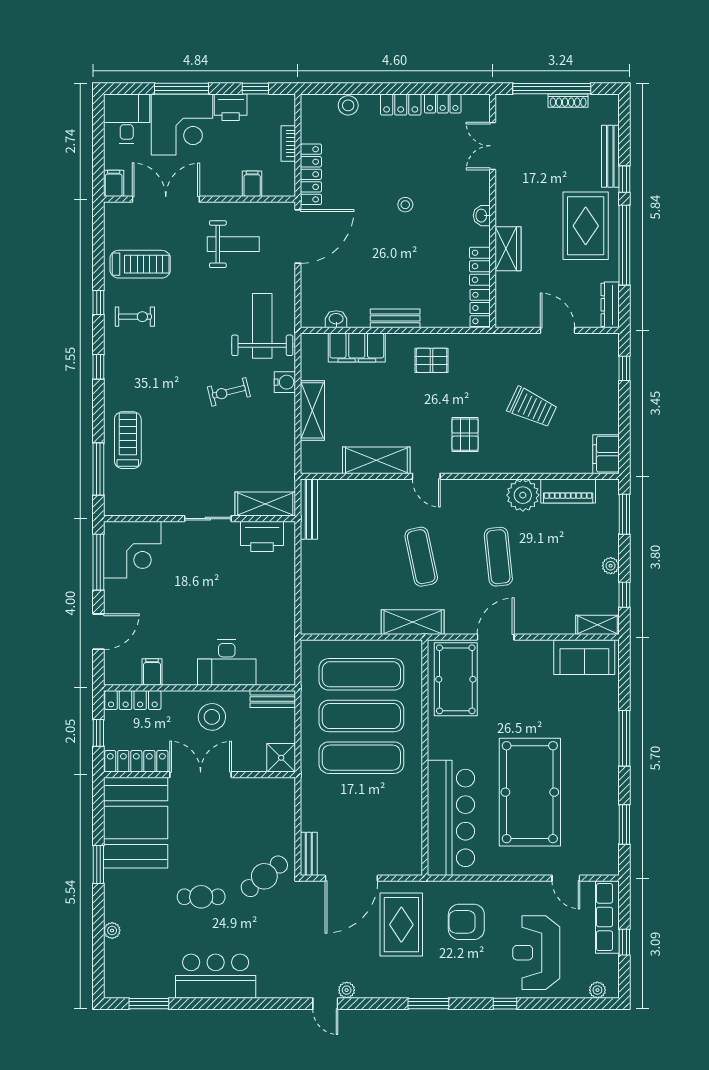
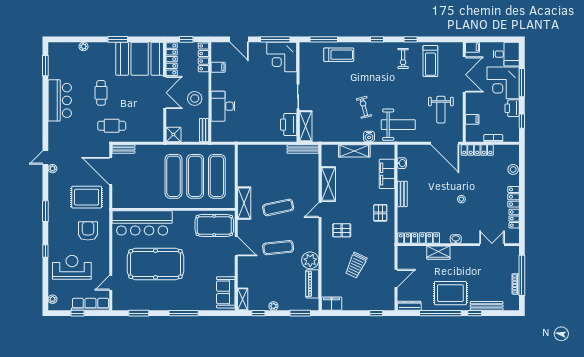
cafe table: (264, 876) -> (112, 126), turned -51

